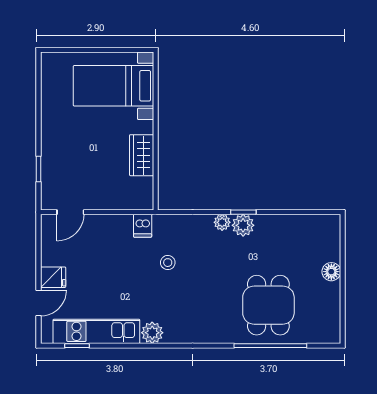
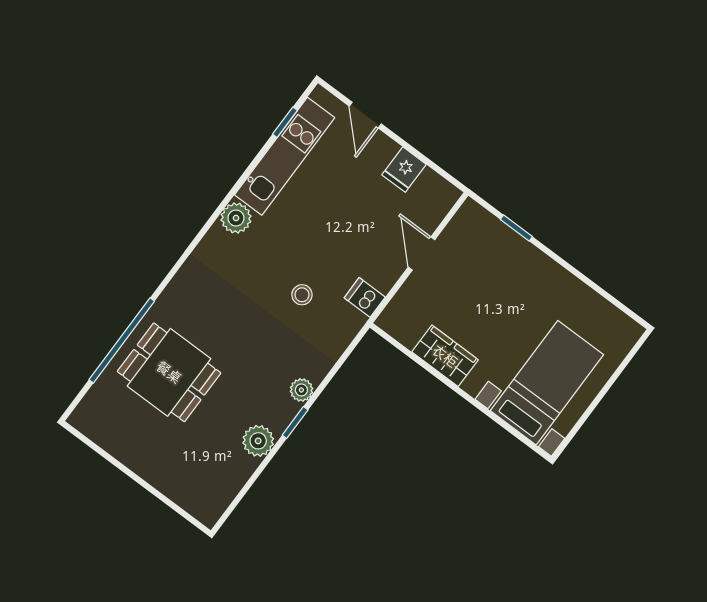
door: (70, 212) -> (422, 253), moved
plant: (243, 225) -> (258, 441), moved
floor lamp: (331, 272) -> (154, 471), removed
fridge: (53, 277) -> (404, 170), moved

